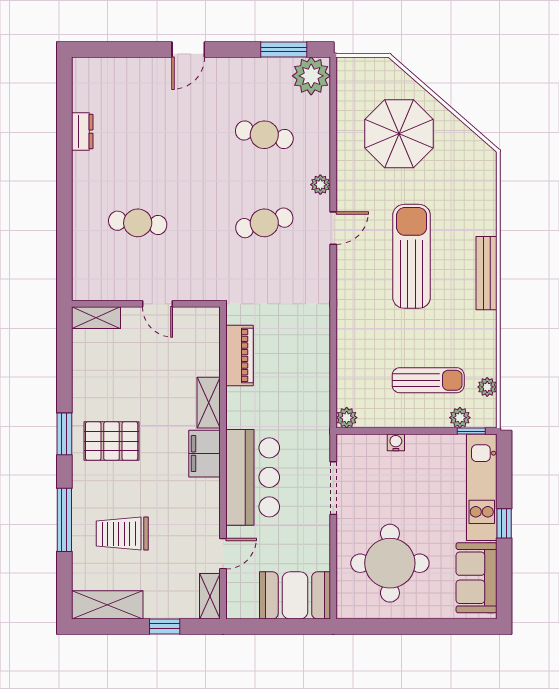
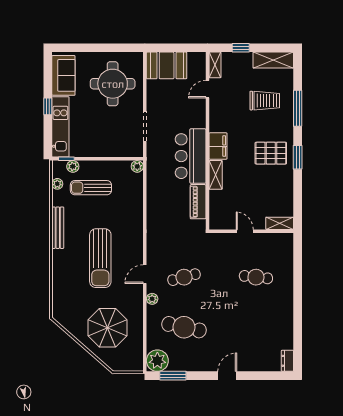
dresser: (82, 132) -> (287, 361), moved
cafe table: (264, 135) -> (184, 327), width x1.37, depth x1.35
bench: (487, 273) -> (58, 228), moved
water cooler: (396, 442) -> (109, 152), removed
bar counter: (253, 477) -> (191, 156), moved

